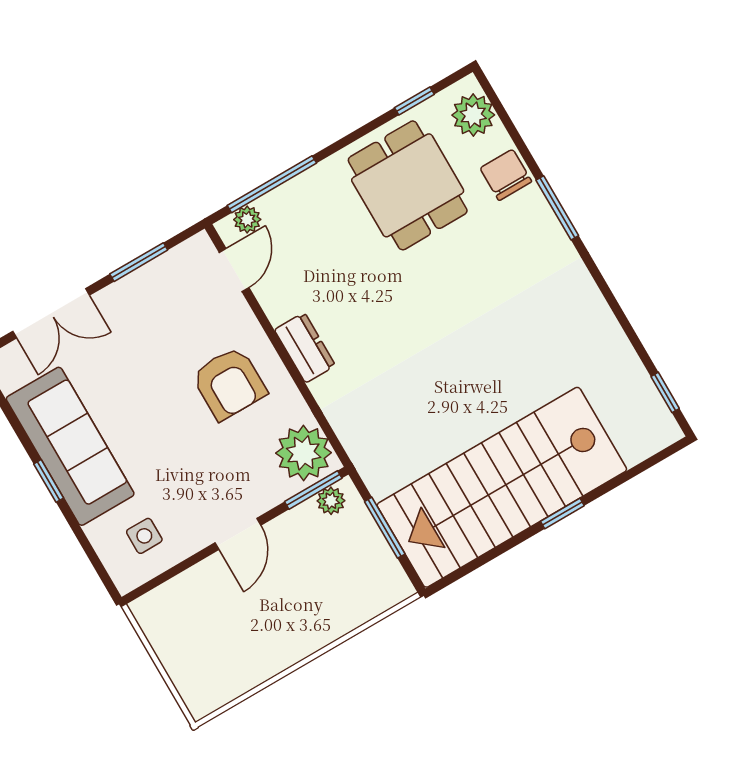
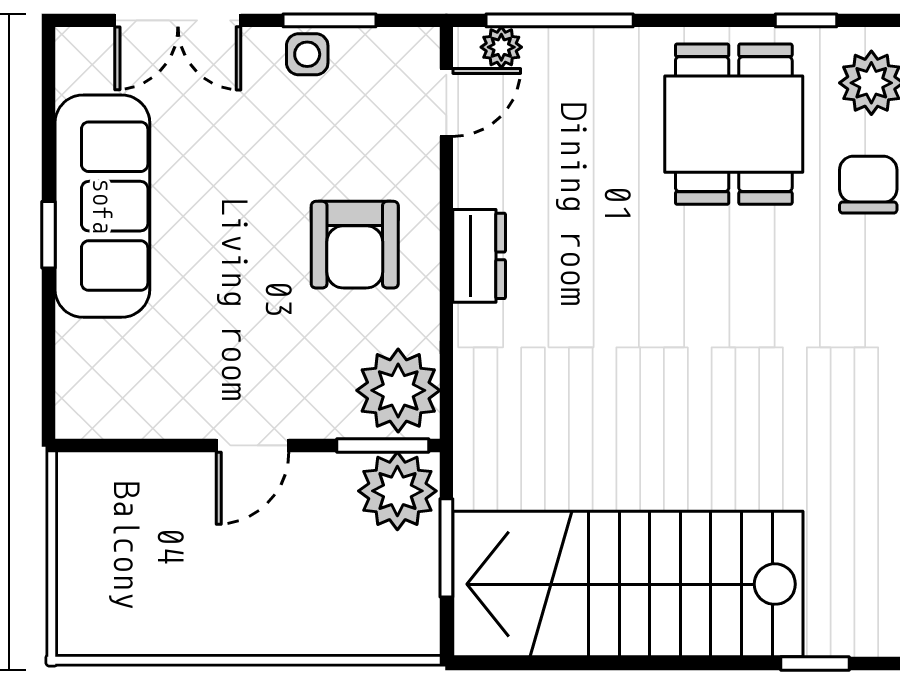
plant: (331, 501) -> (397, 491), width x1.88, depth x1.88
window: (562, 514) -> (815, 664), moved
side table: (144, 536) -> (307, 54), moved

